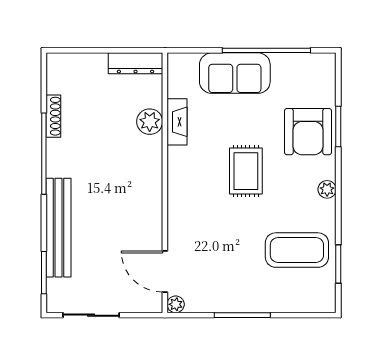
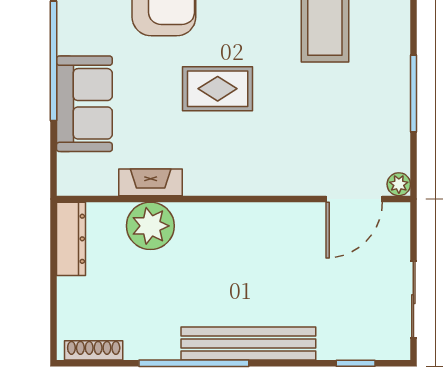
shoe rack: (53, 116) -> (94, 350), moved
plant: (150, 122) -> (150, 226), width x1.36, depth x1.36
bench: (58, 228) -> (248, 344), moved
window: (44, 273) -> (356, 363), width x0.67

